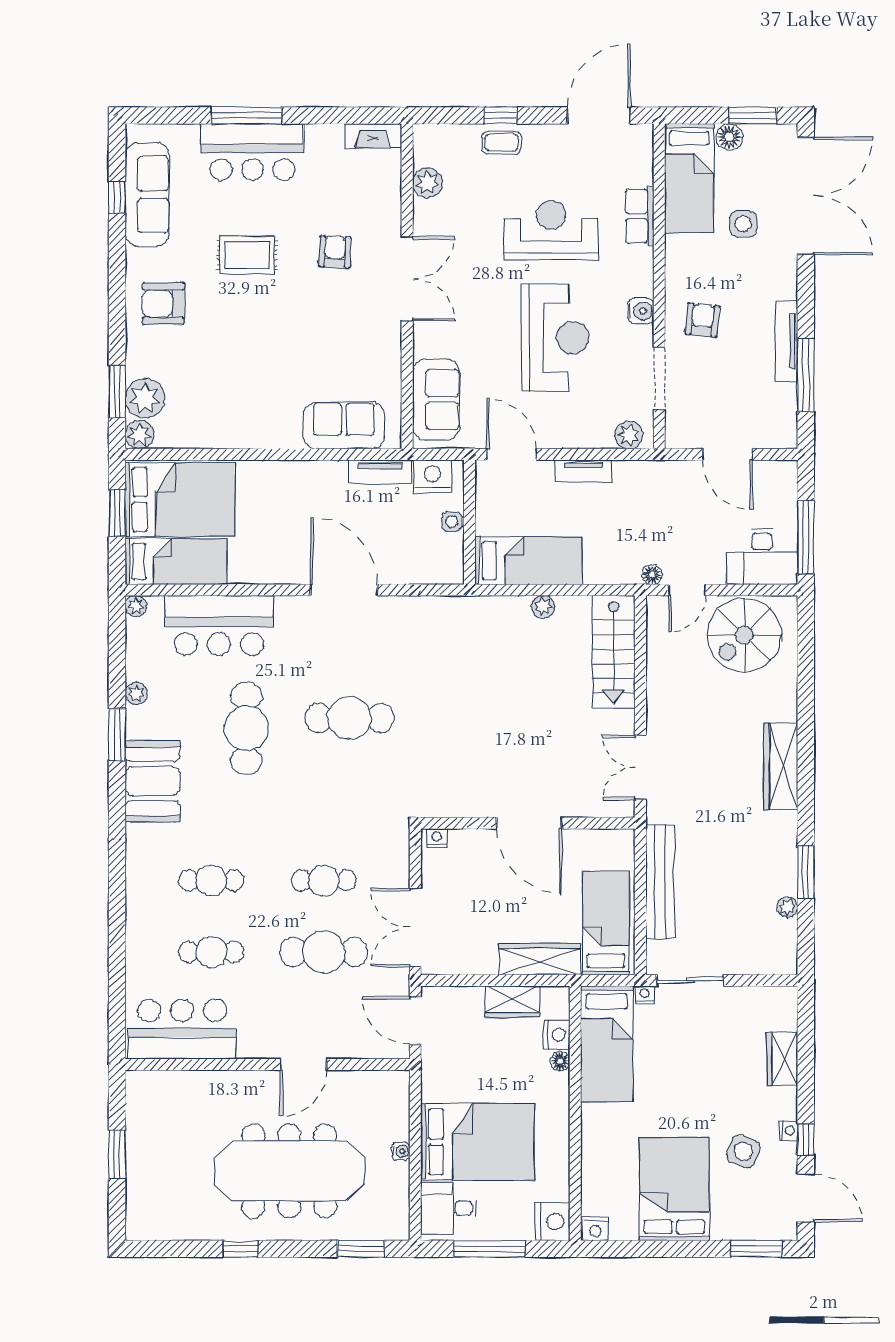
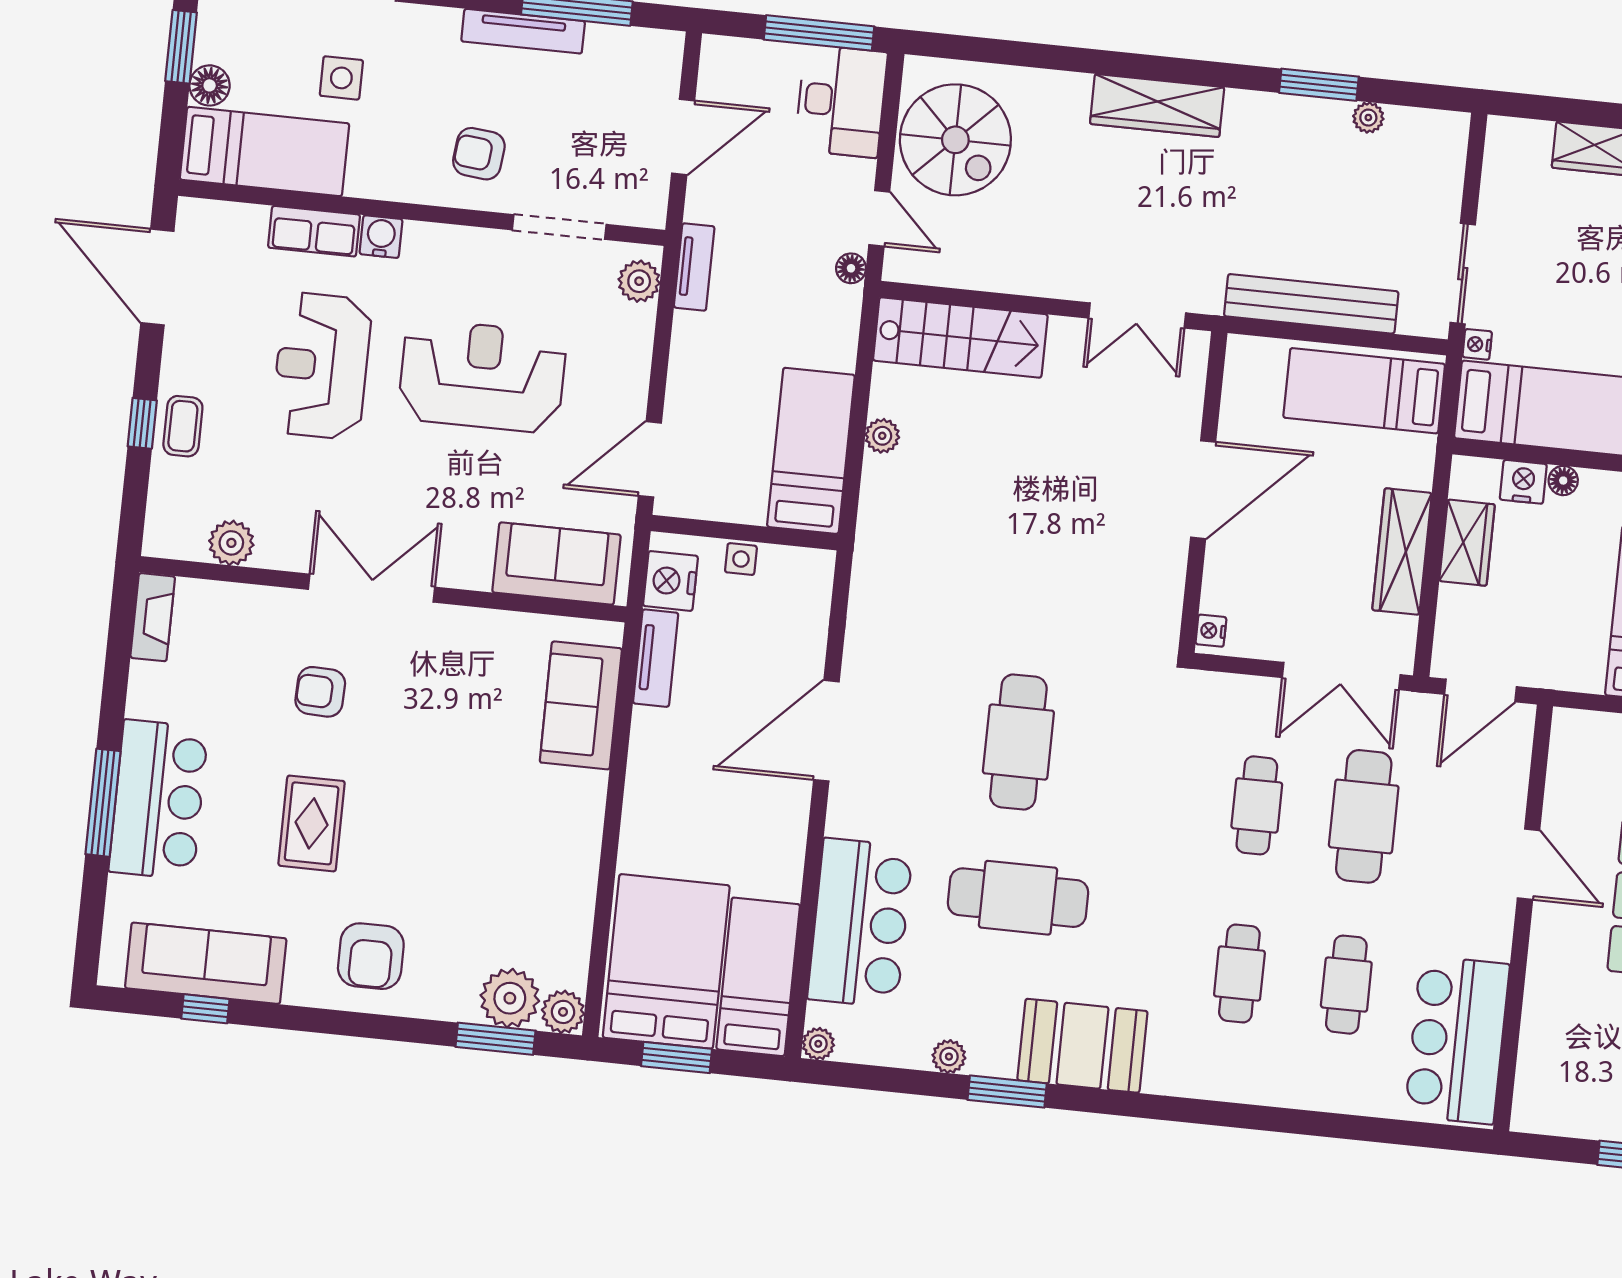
water cooler: (641, 311) -> (381, 237), moved
tv unit: (583, 471) -> (694, 267), moved
wardrobe: (540, 959) -> (1402, 552), moved

